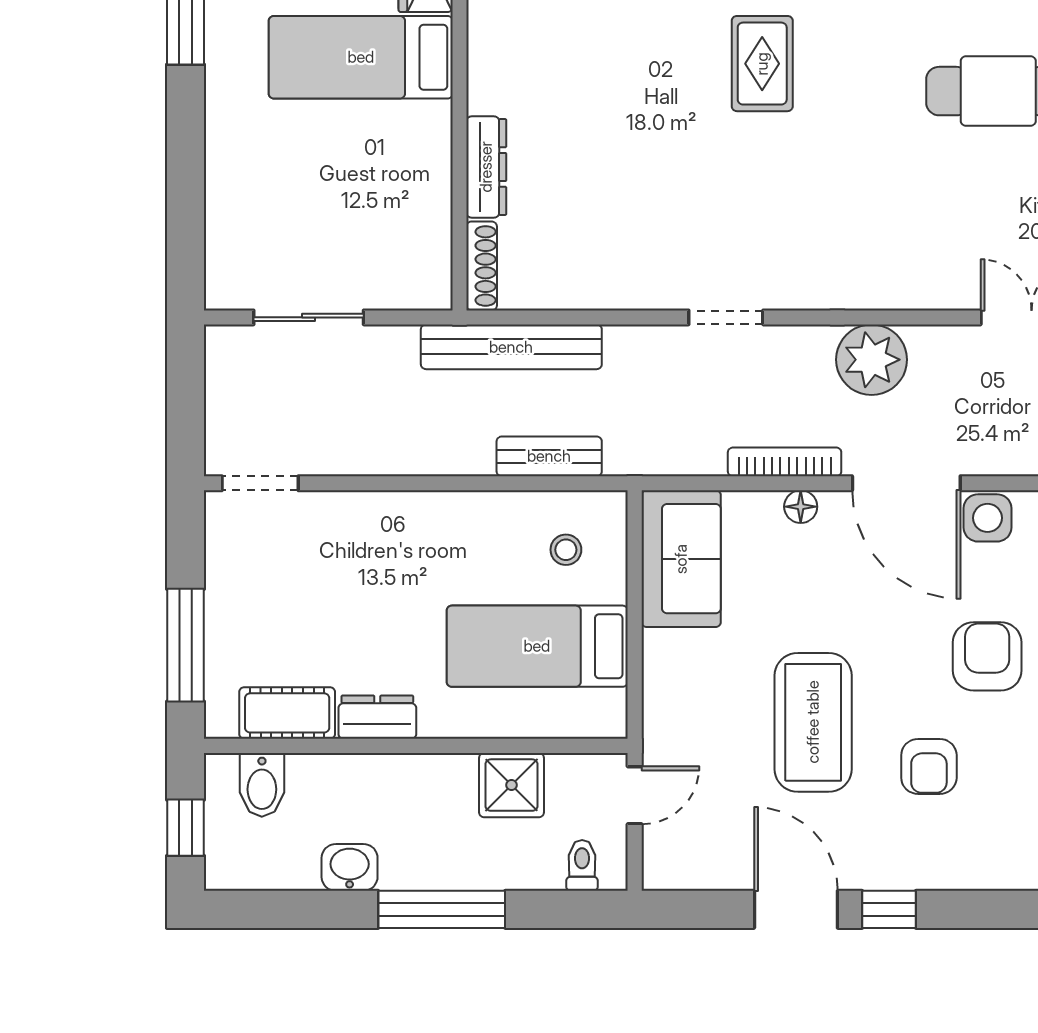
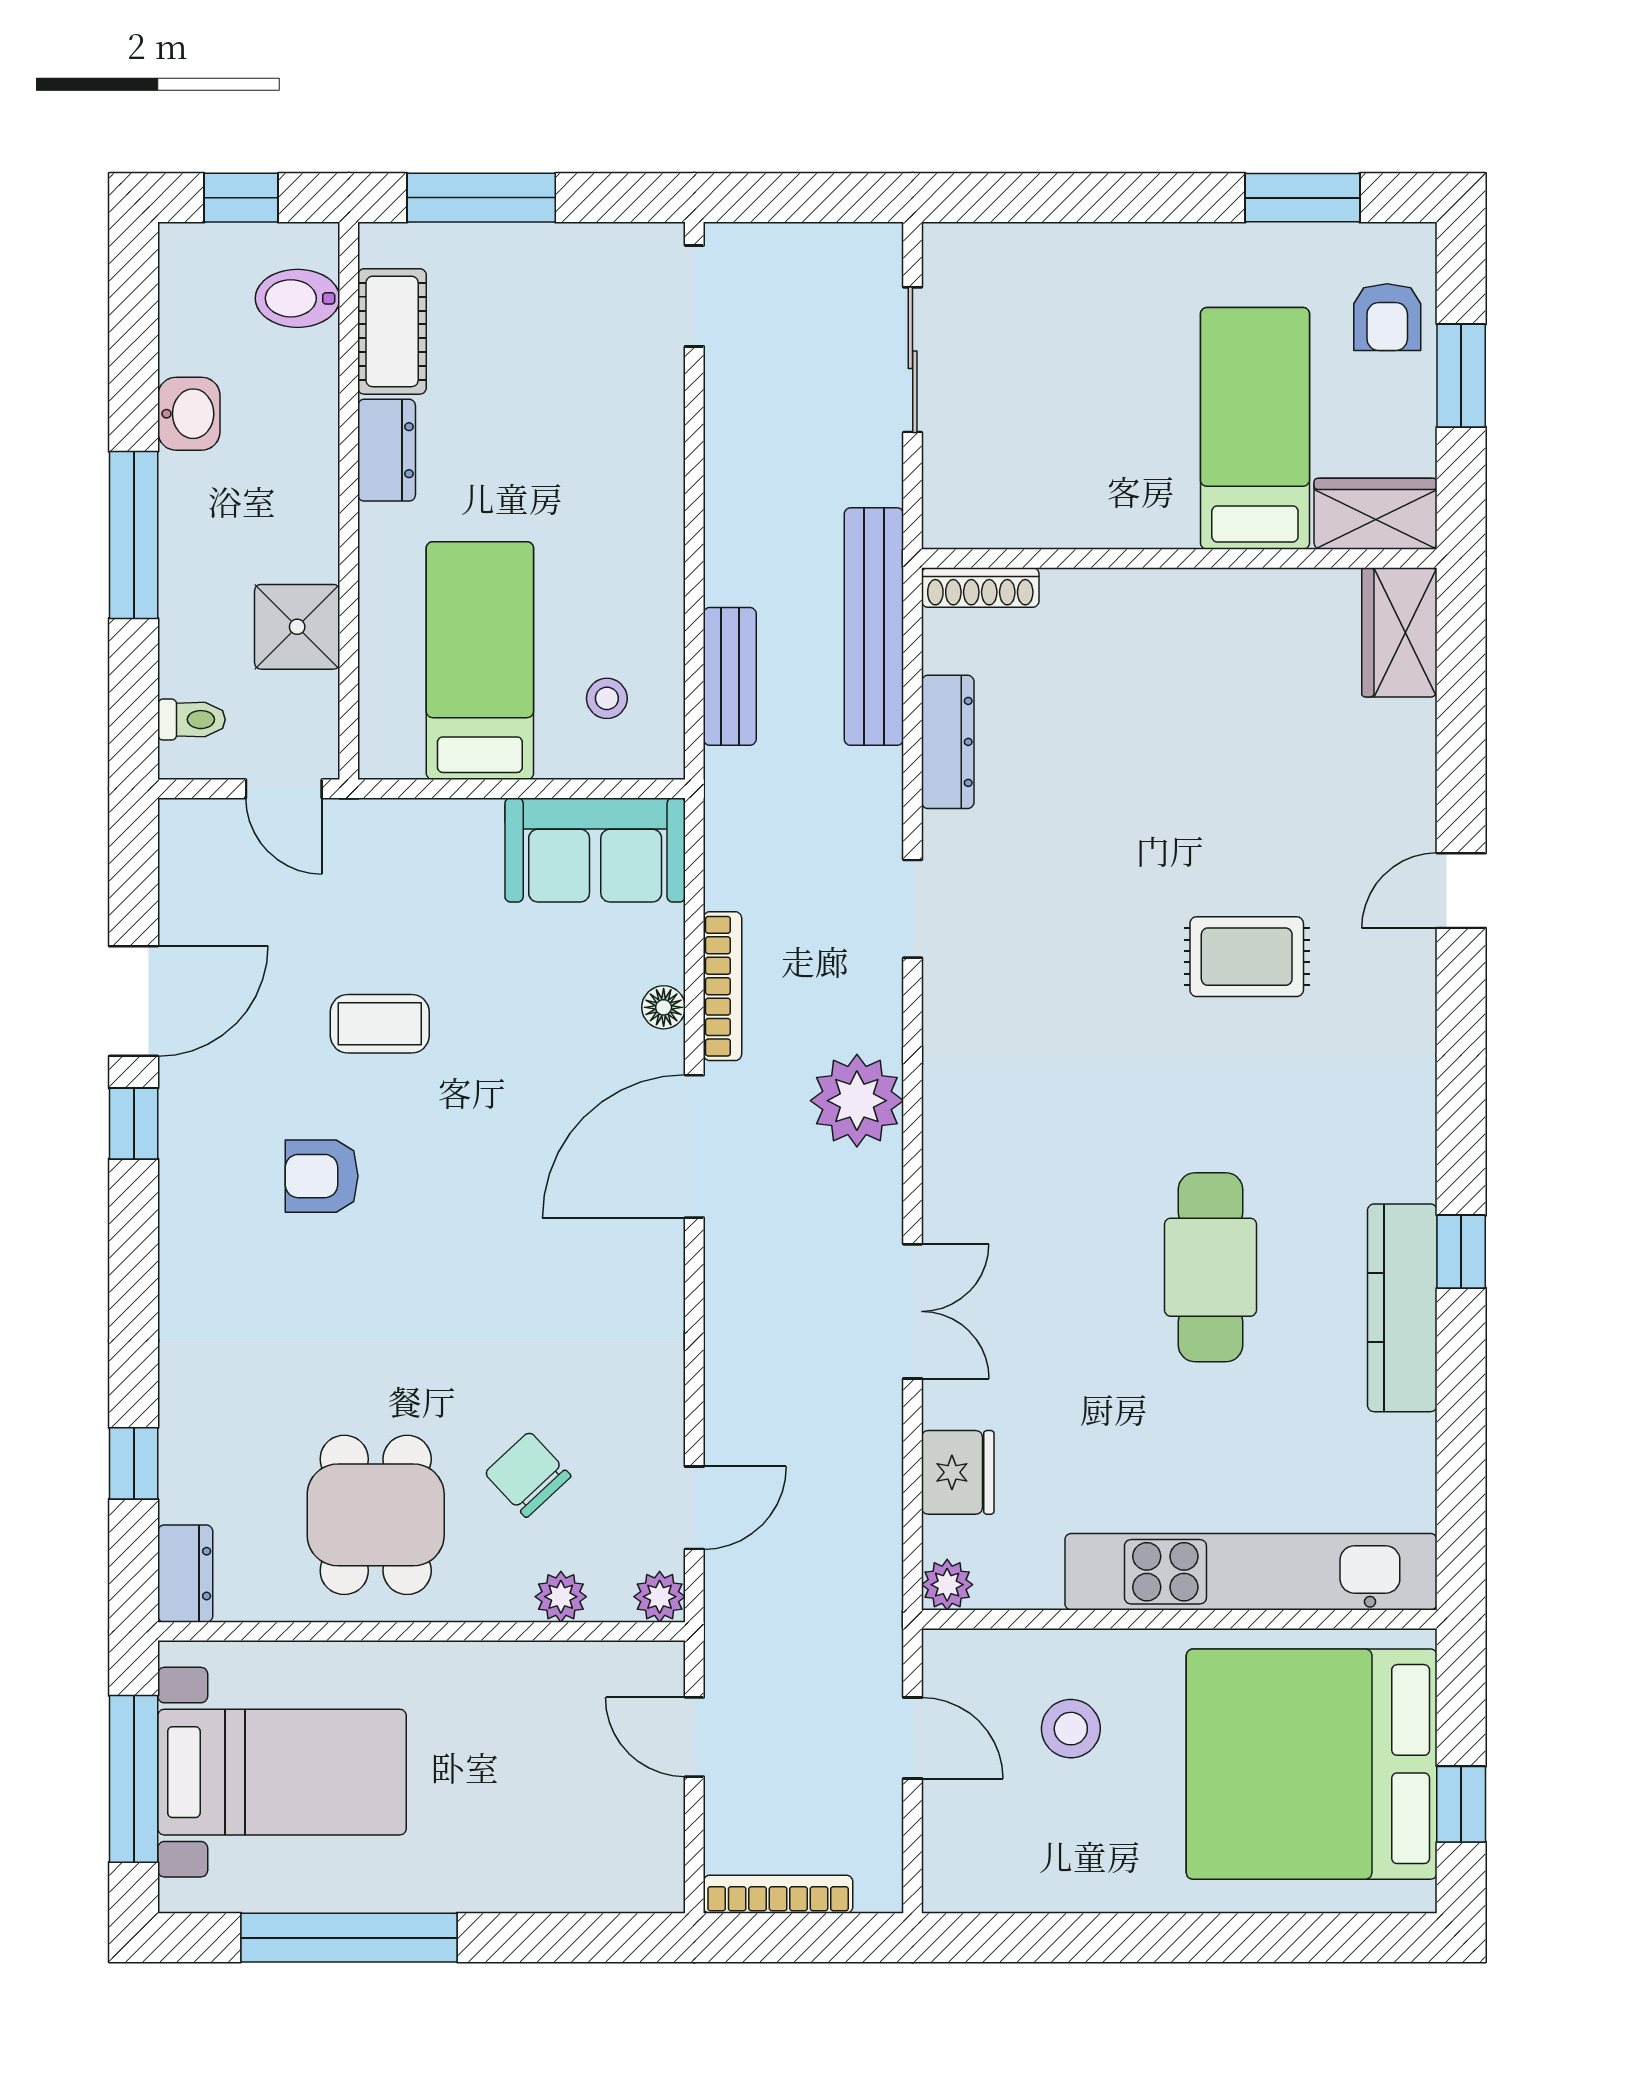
dresser: (486, 167) -> (948, 742), moved, turned -90
side table: (987, 518) -> (649, 1253), removed
armchair: (987, 656) -> (466, 1253), removed
coffee table: (813, 722) -> (380, 1024), width x0.54, depth x0.58

